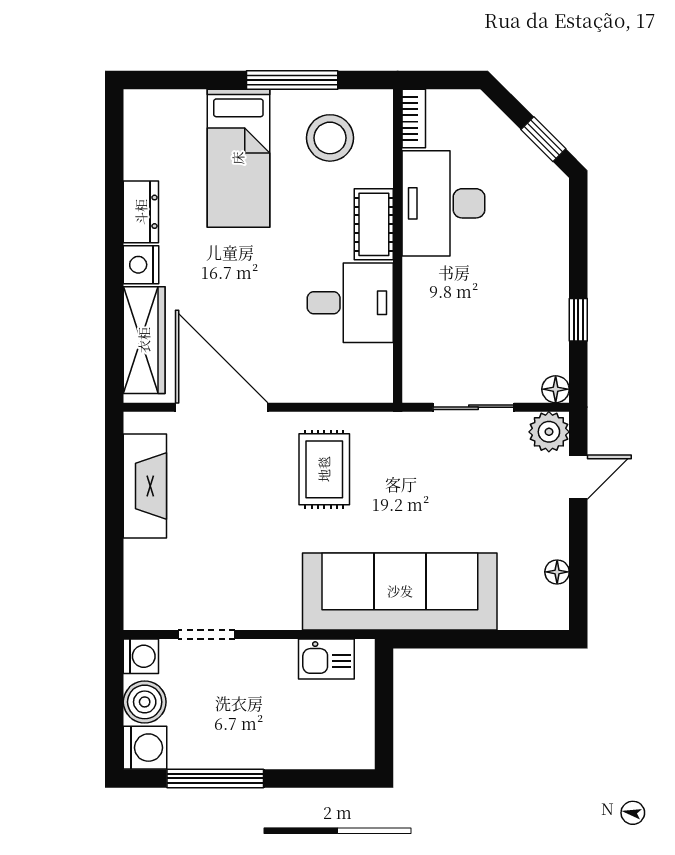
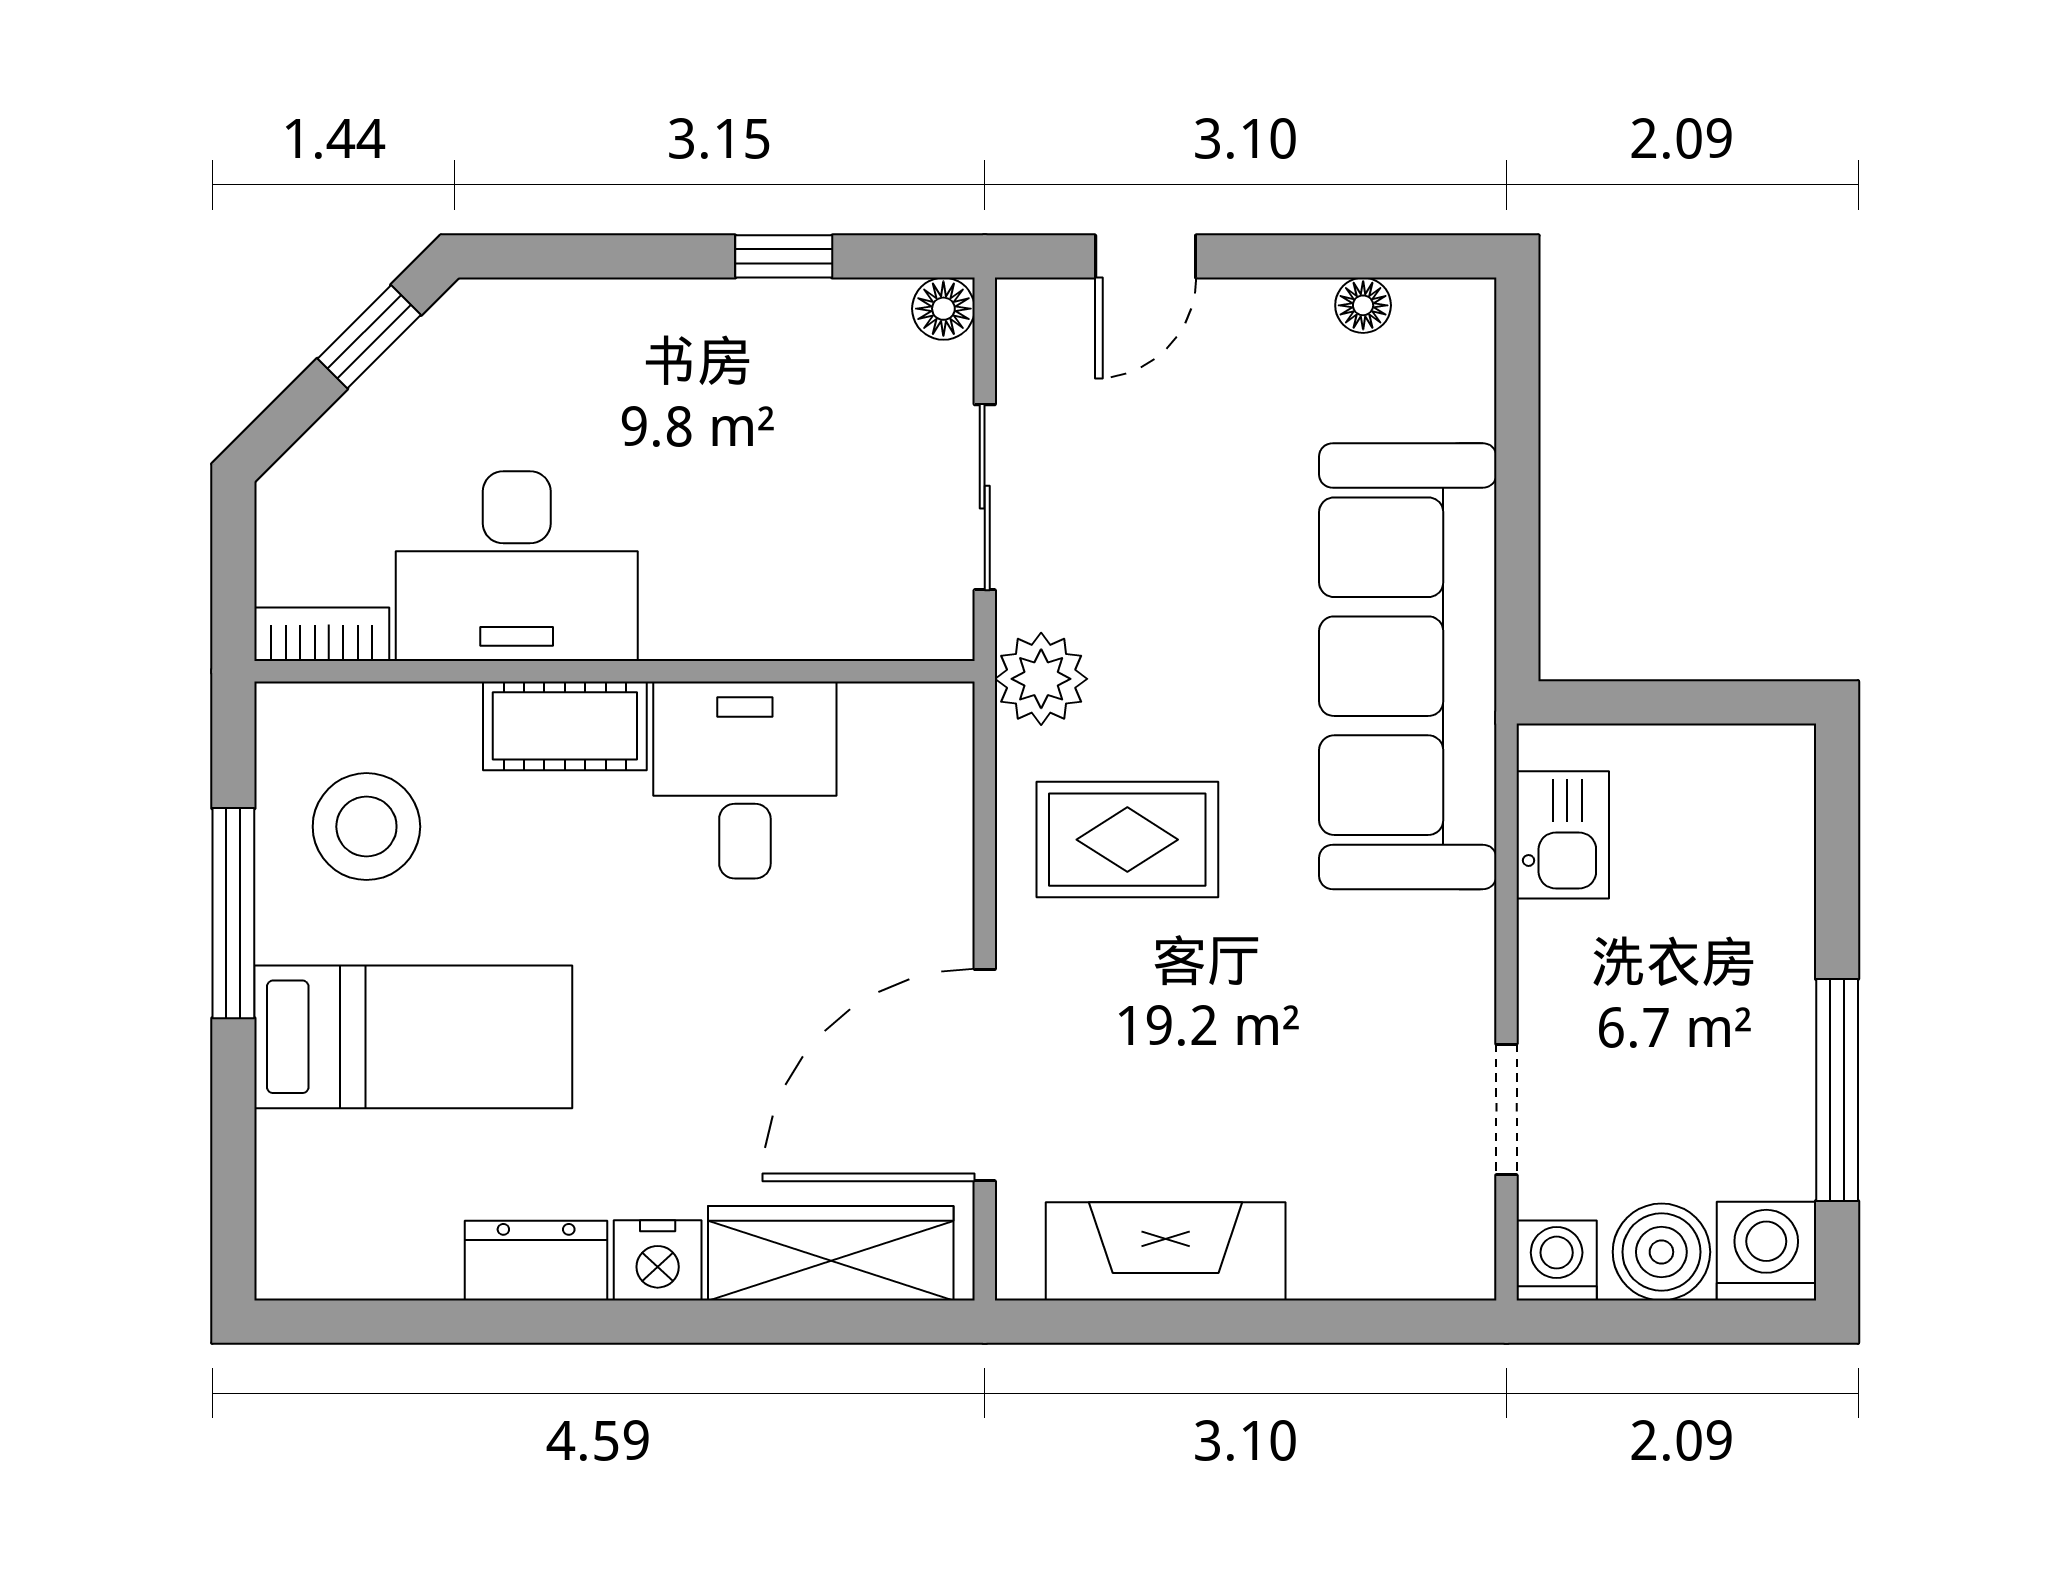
plant: (549, 432) -> (1041, 679), moved
door: (578, 477) -> (1146, 256), swing flipped

